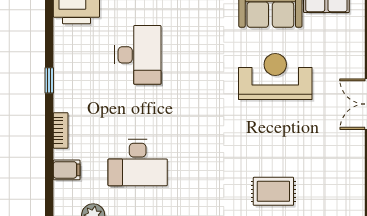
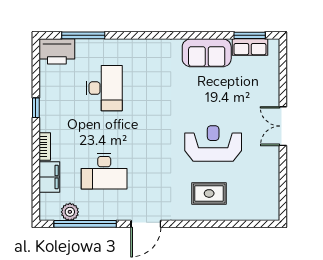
reception desk: (275, 77) -> (213, 143), moved
filing cabinet: (67, 170) -> (49, 177), width x2.00

